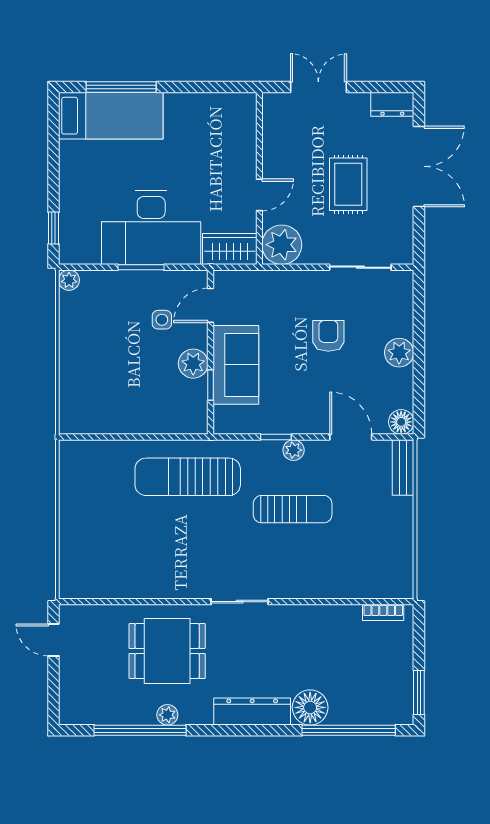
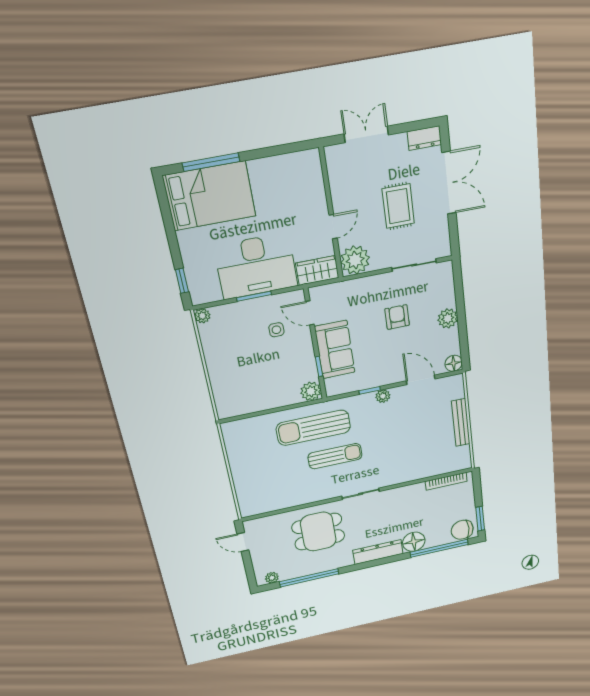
bed: (111, 116) -> (210, 196), width x1.50
door: (210, 305) -> (310, 313), hinge flipped
plant: (193, 364) -> (311, 391), moved
bench: (403, 468) -> (461, 423), moved, width x1.36
sun lounger: (293, 509) -> (335, 456), moved
bookcase: (383, 612) -> (446, 481), width x1.56
chair: (389, 706) -> (462, 530), added
plant: (167, 715) -> (272, 578), moved

